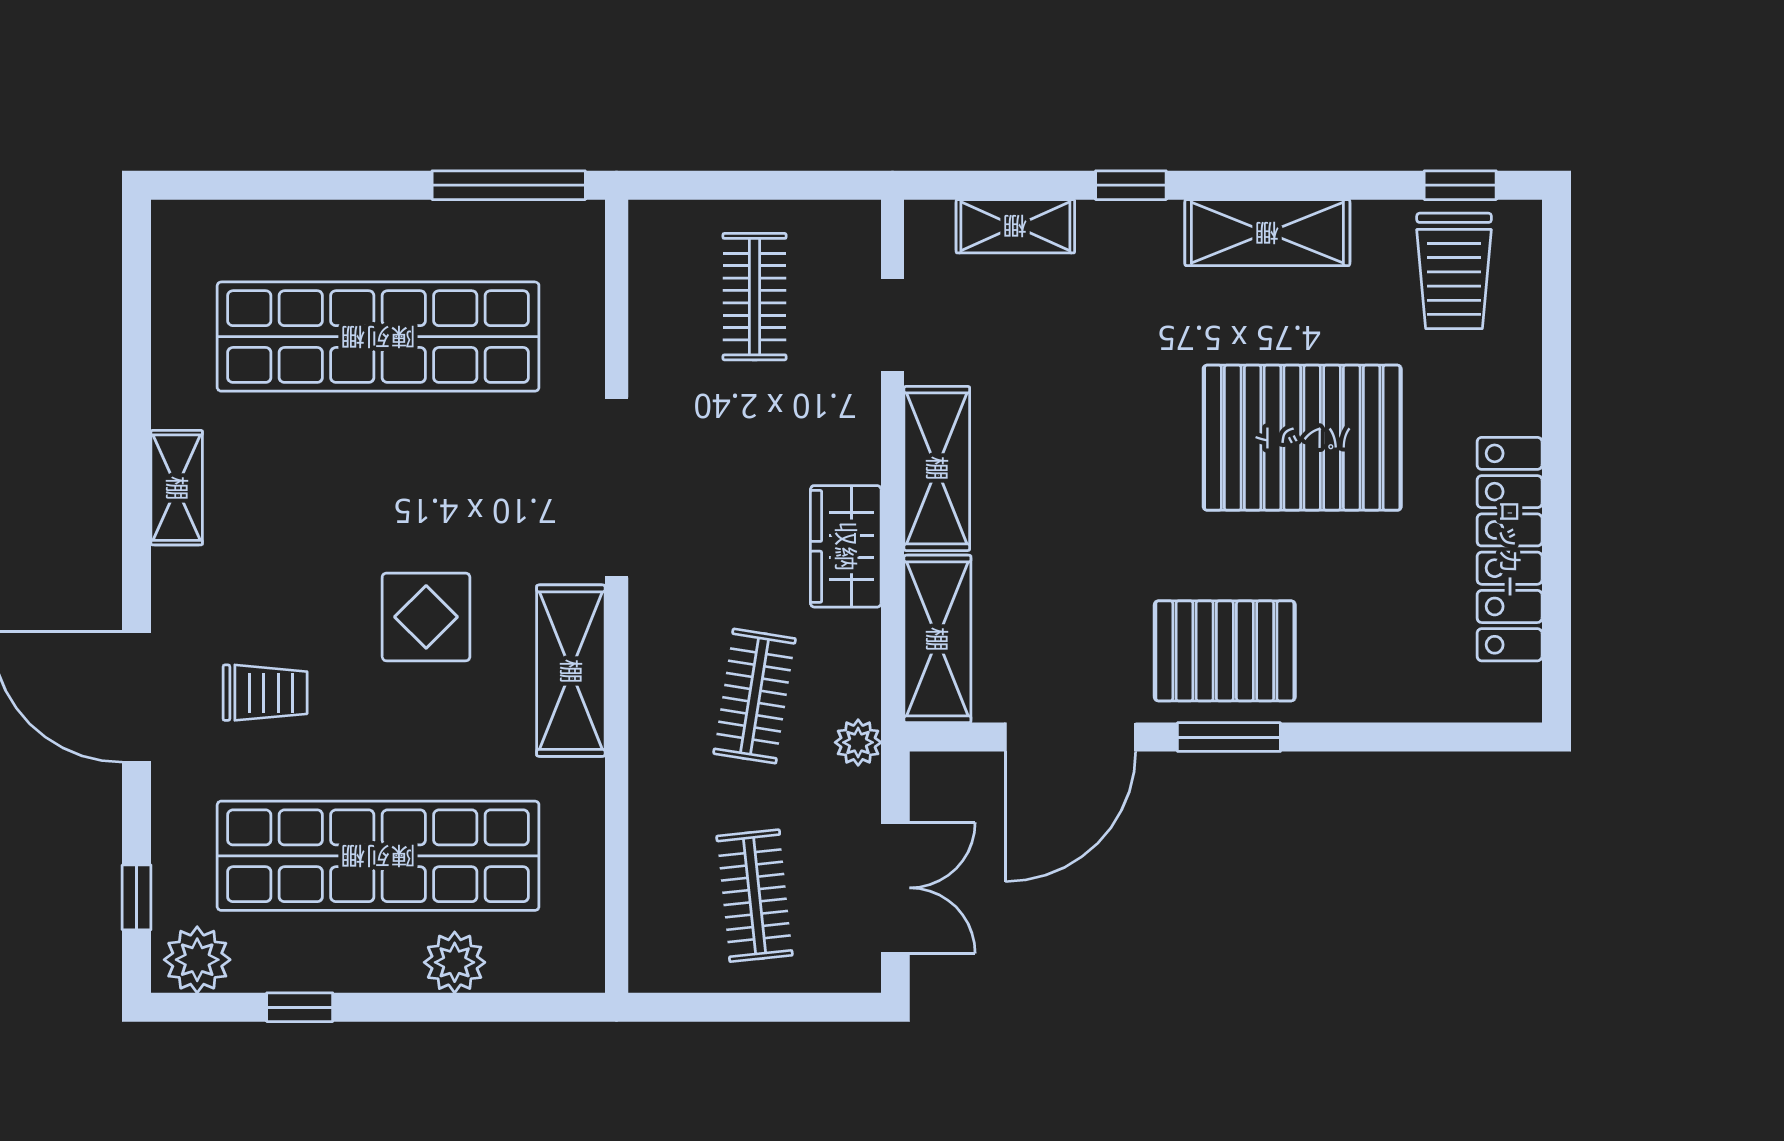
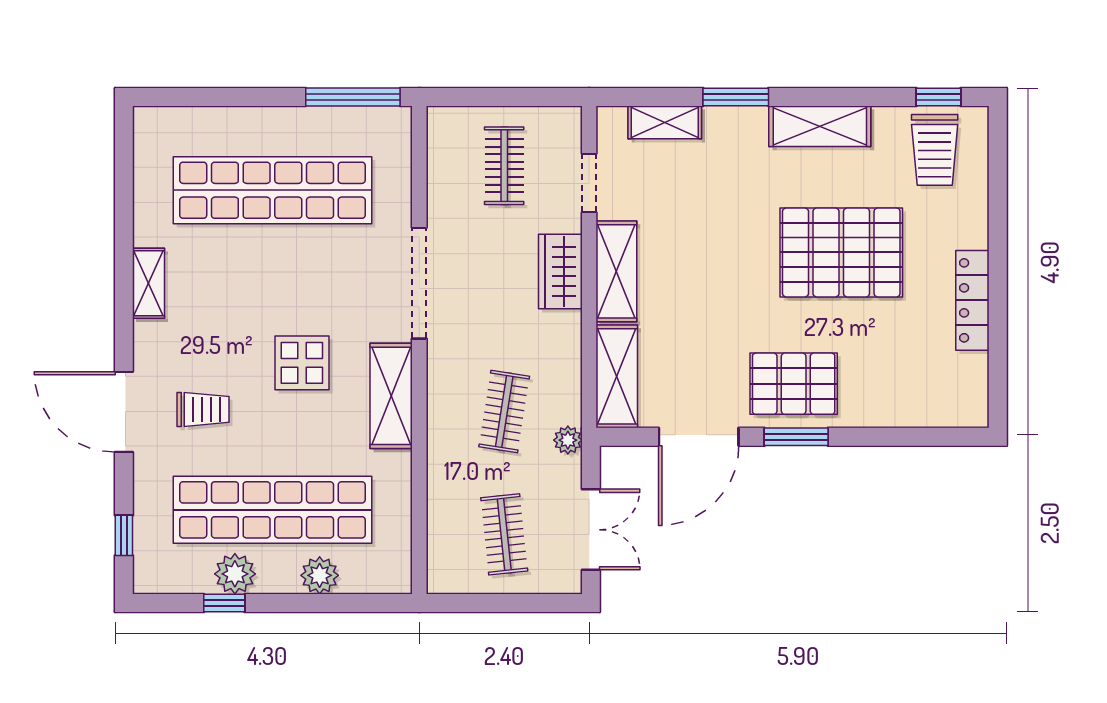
window: (1131, 185) -> (736, 97), width x1.50
wardrobe: (846, 546) -> (560, 271), moved
locker: (1510, 549) -> (972, 300), width x0.71, depth x0.83
plant: (197, 960) -> (235, 574), moved

